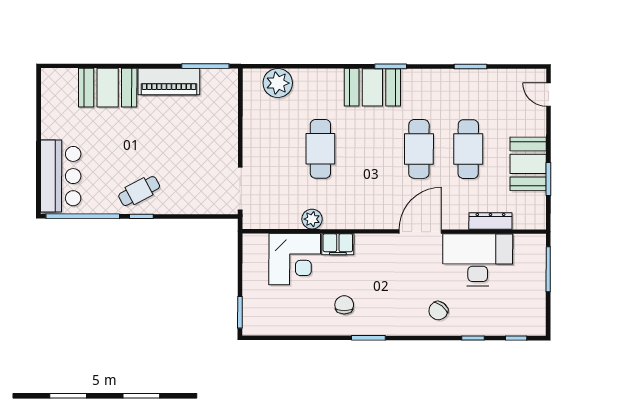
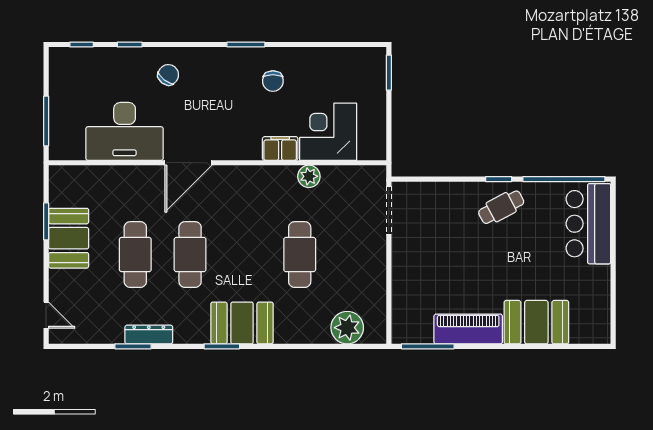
dresser: (490, 221) -> (149, 335), moved, turned 180

